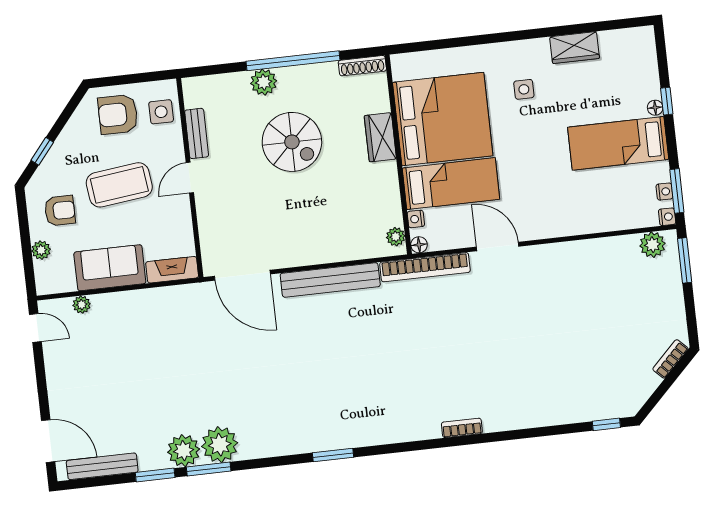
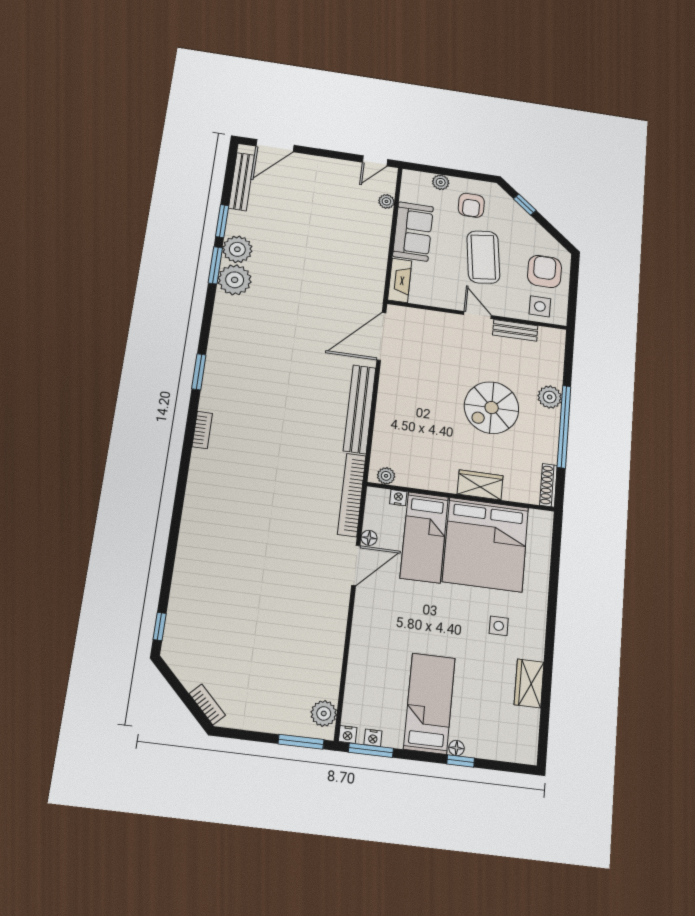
floor lamp: (419, 245) -> (369, 538), moved
bookcase: (462, 428) -> (202, 430), moved

